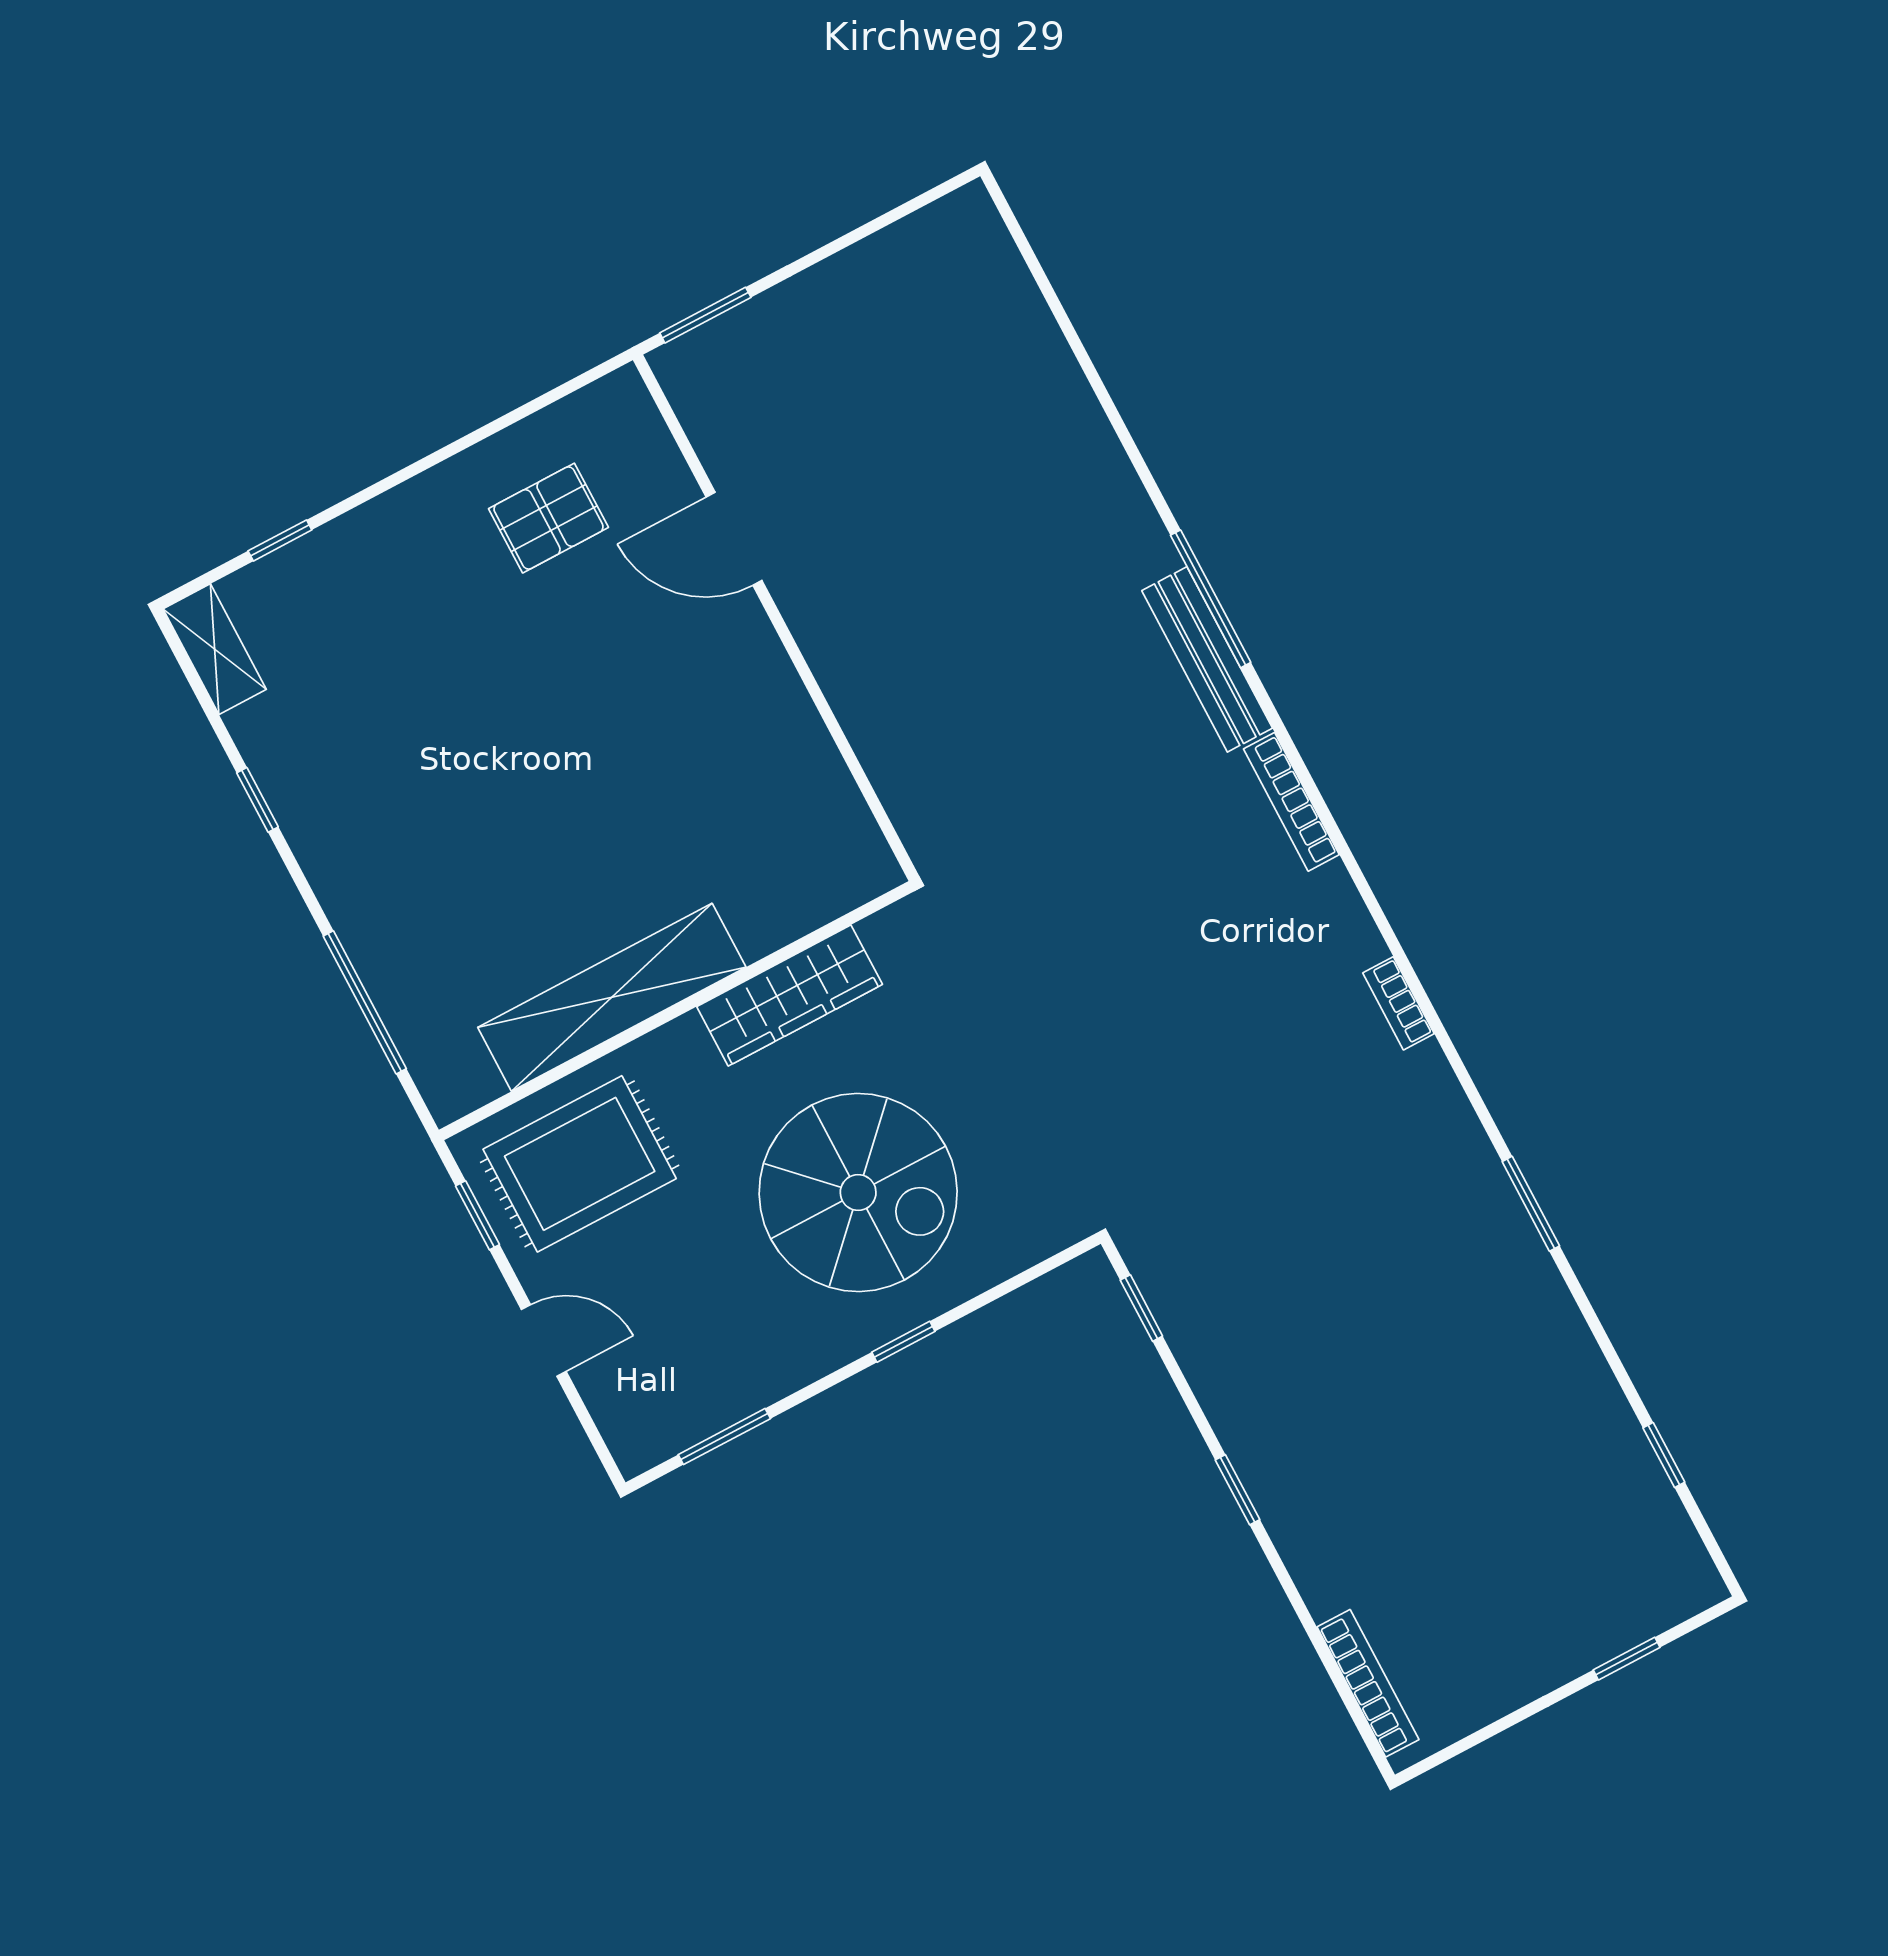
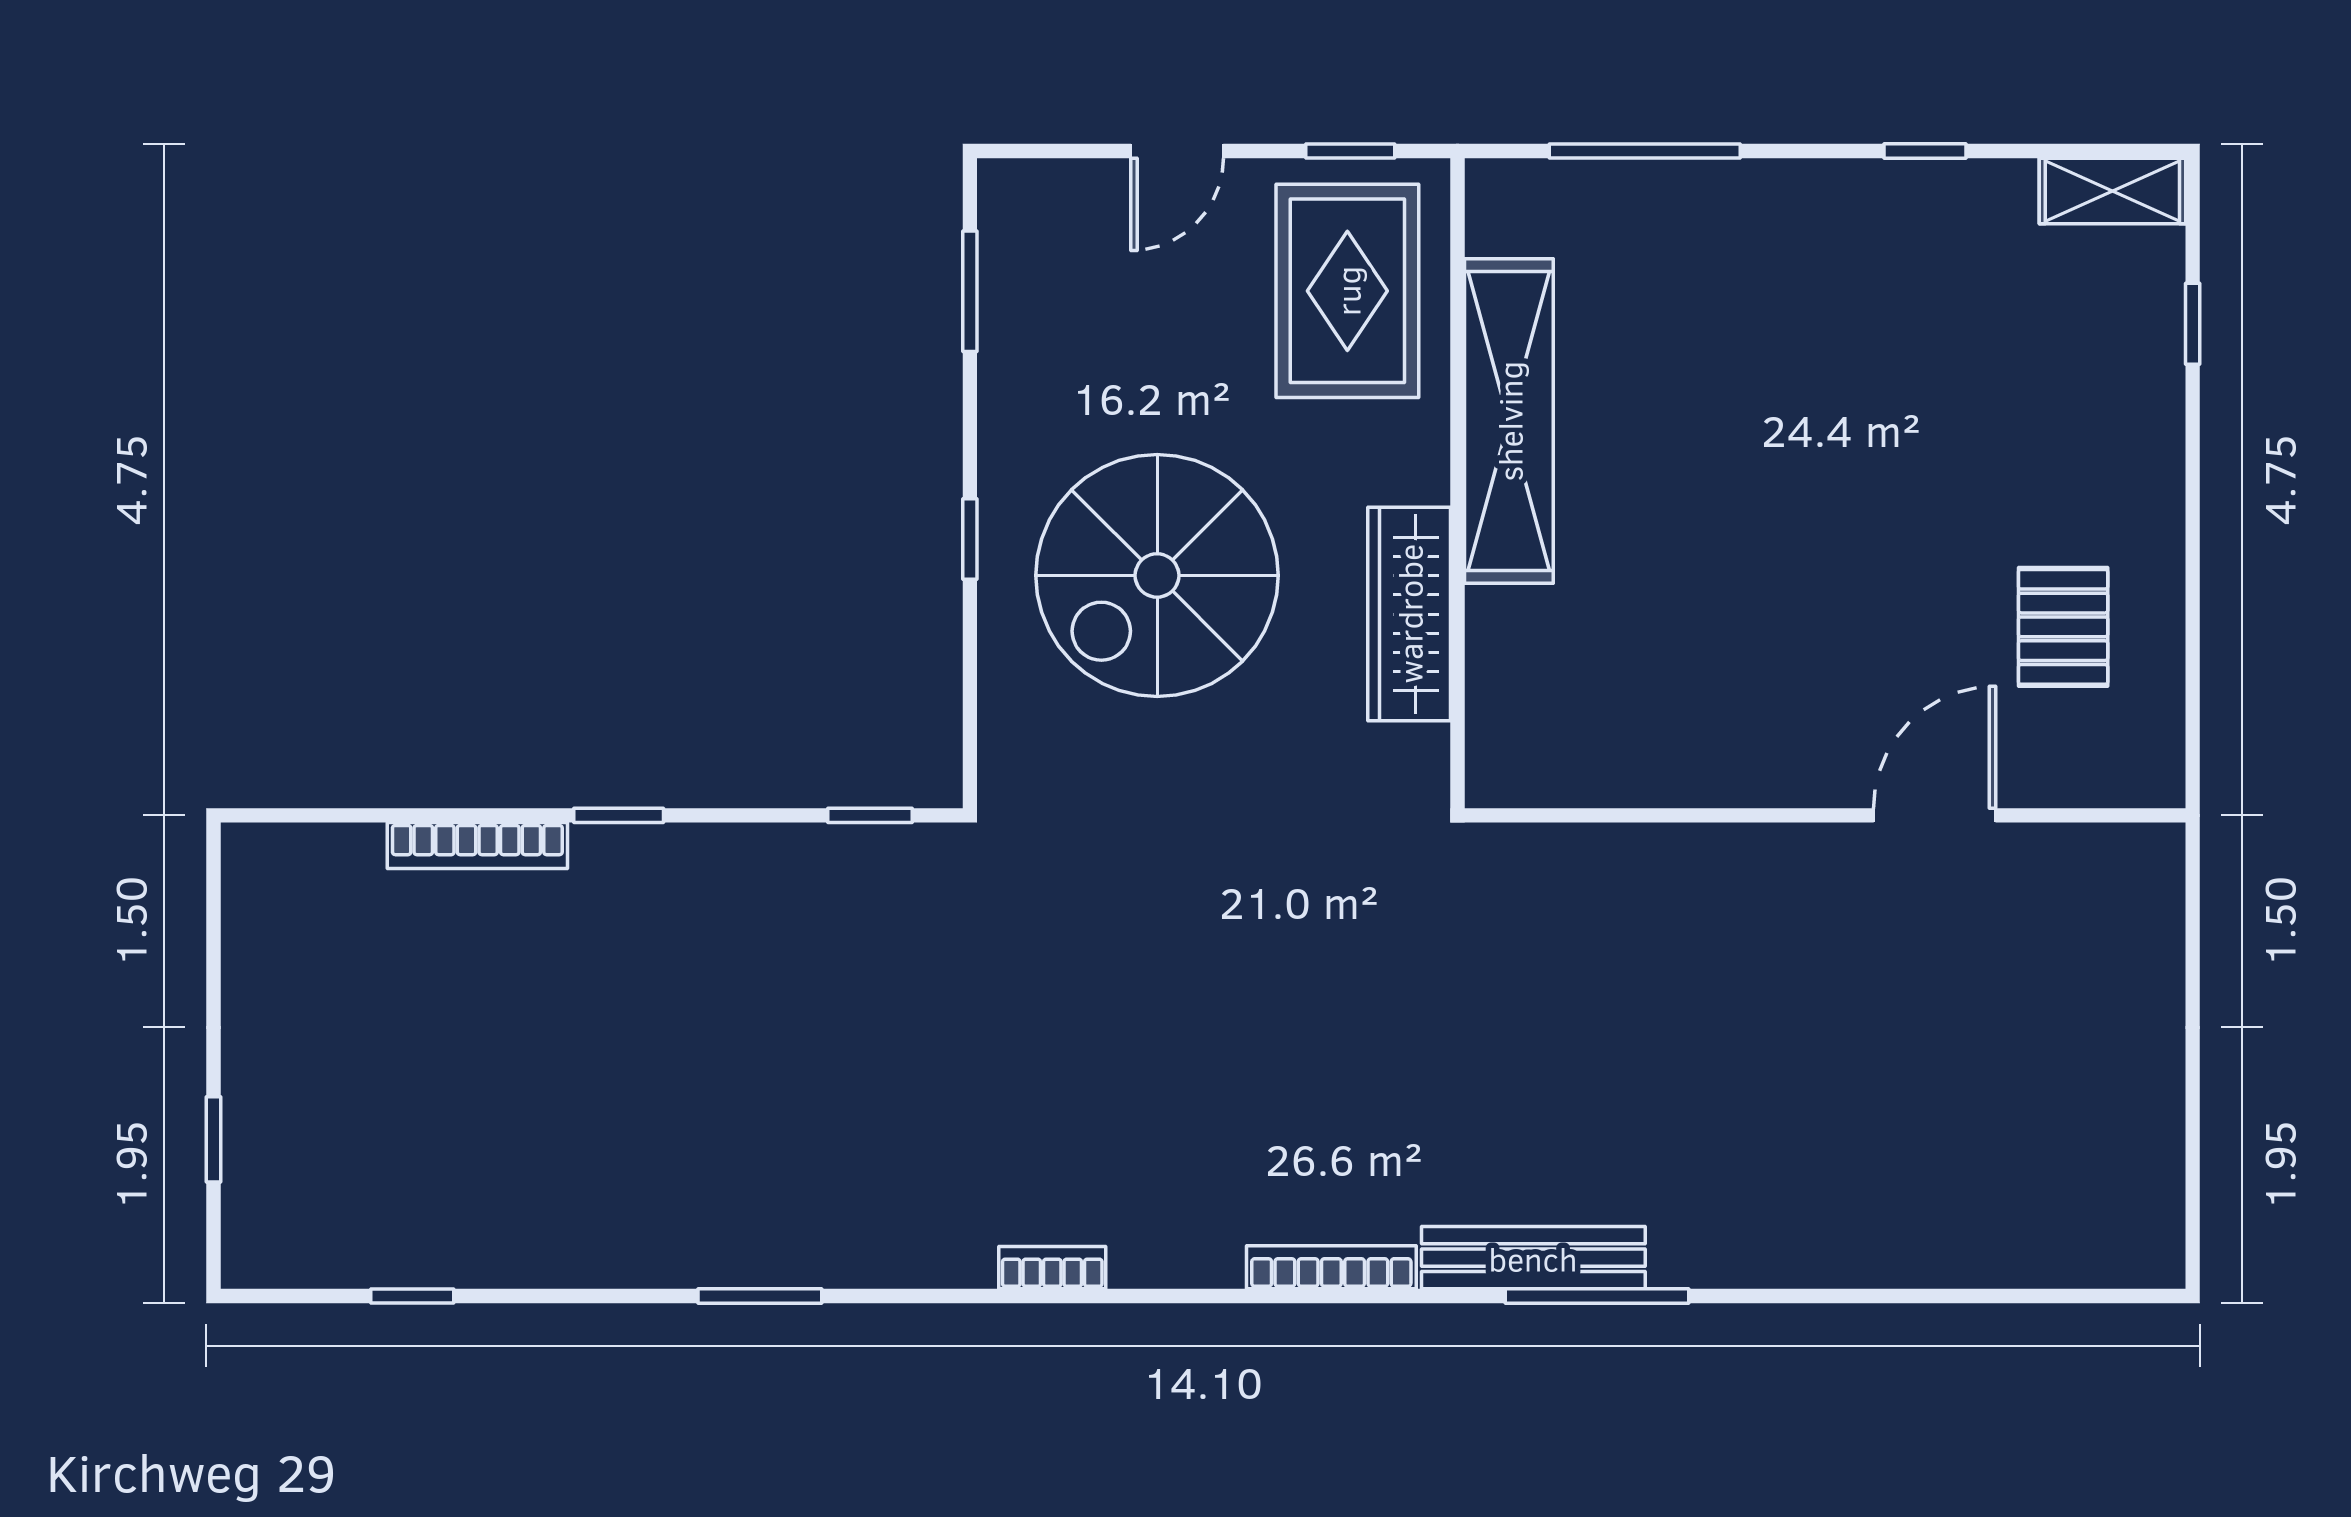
window: (705, 315) -> (2193, 912), removed
bookcase: (1368, 1683) -> (477, 846), moved

